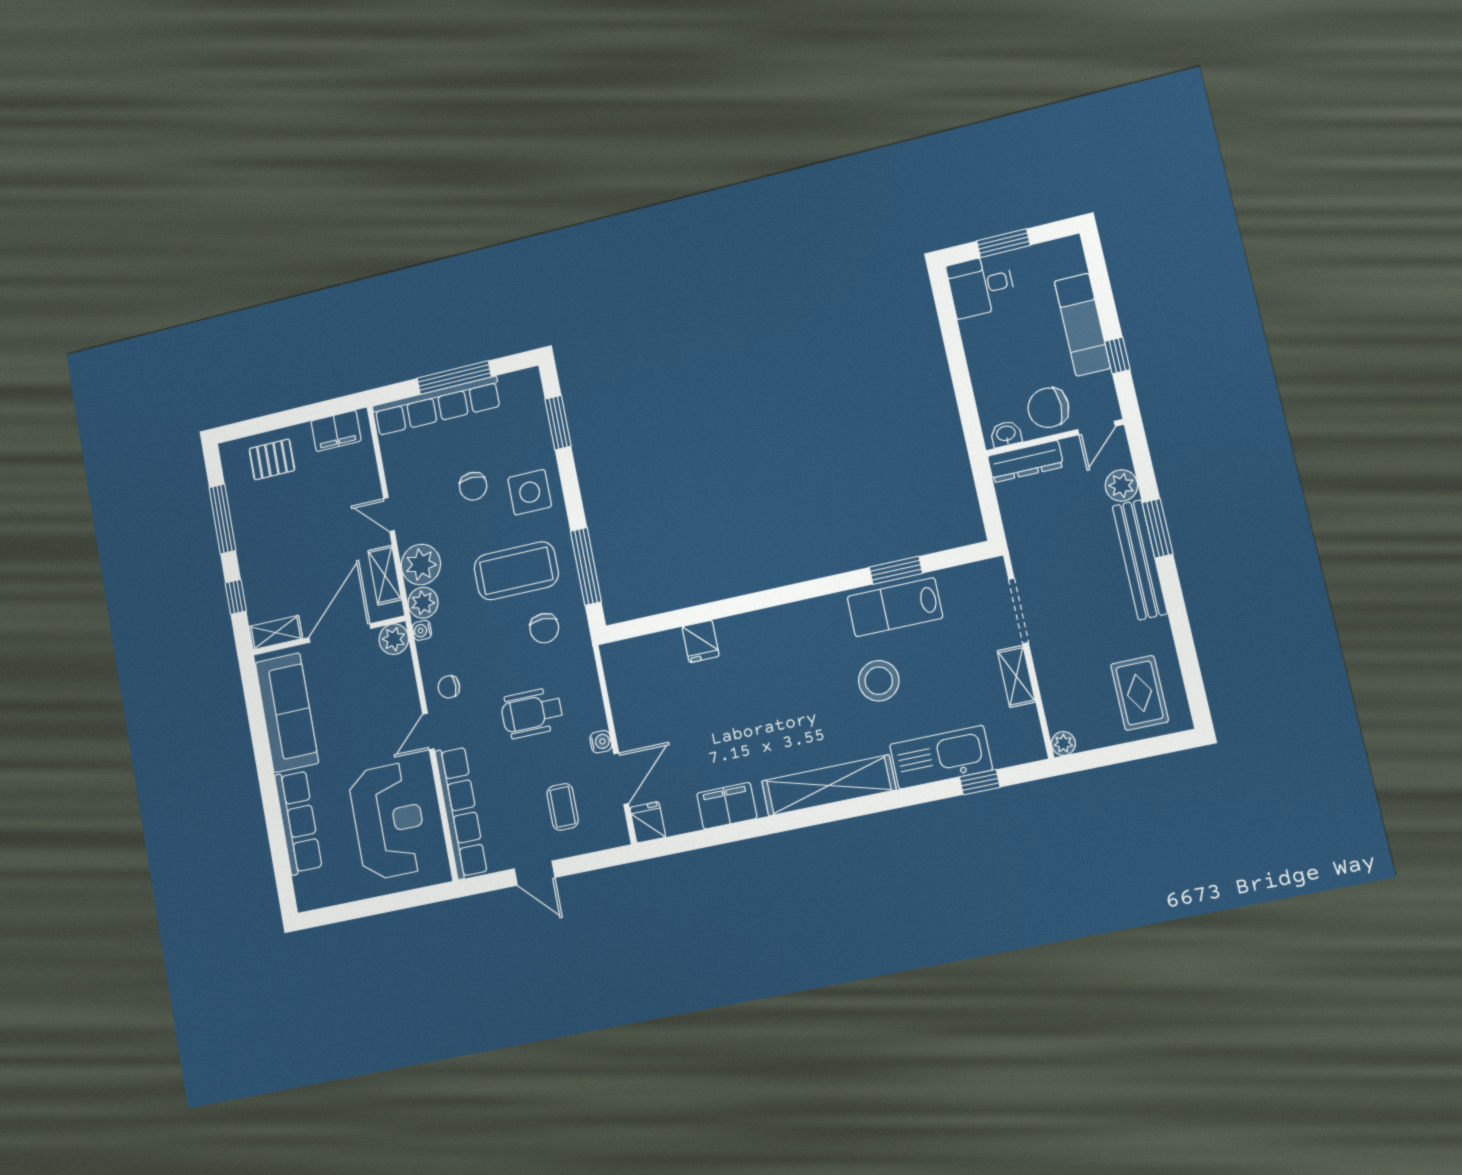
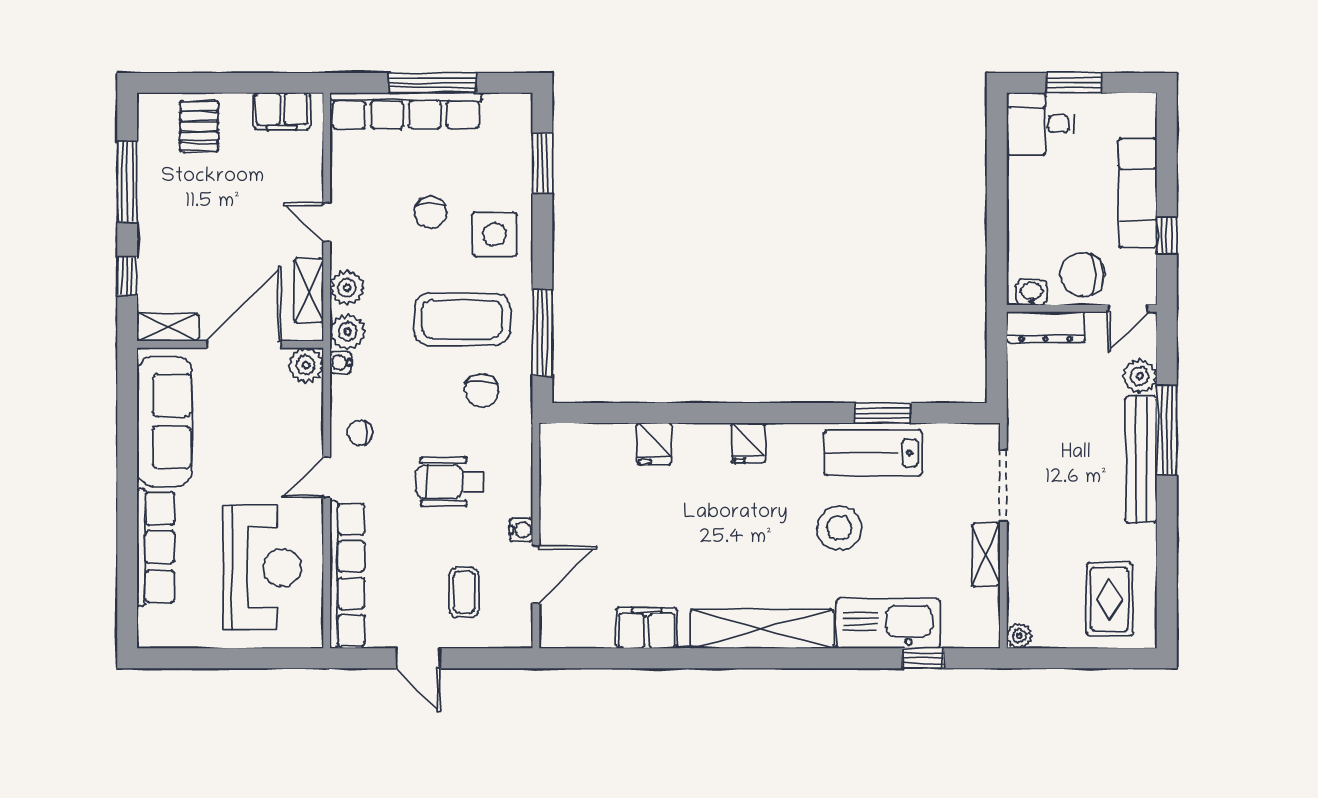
pallet: (272, 459) -> (199, 126), turned 90
window: (1158, 528) -> (1167, 430), width x1.44
plant: (421, 565) -> (347, 288), width x0.73, depth x0.73
fridge: (648, 822) -> (748, 443), moved, turned 180

